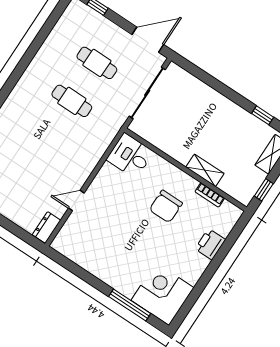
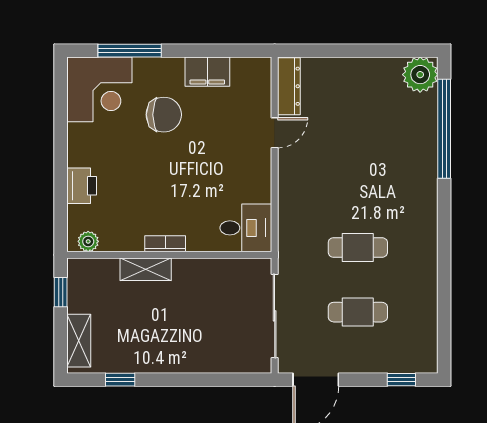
bookcase: (210, 195) -> (165, 244), moved
chair: (166, 206) -> (164, 115), moved, turned 90
plant: (228, 209) -> (88, 241), added
dresser: (46, 227) -> (289, 86), width x1.44
filing cabinet: (92, 263) -> (207, 72), added

